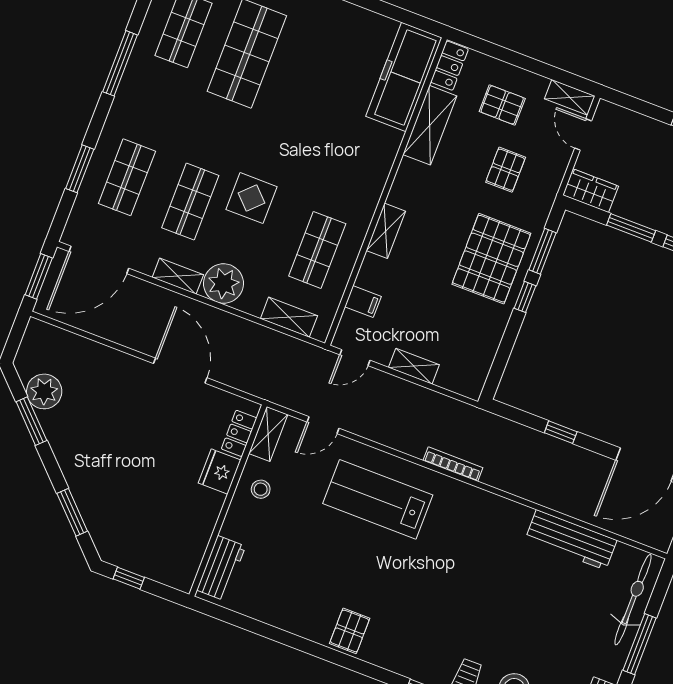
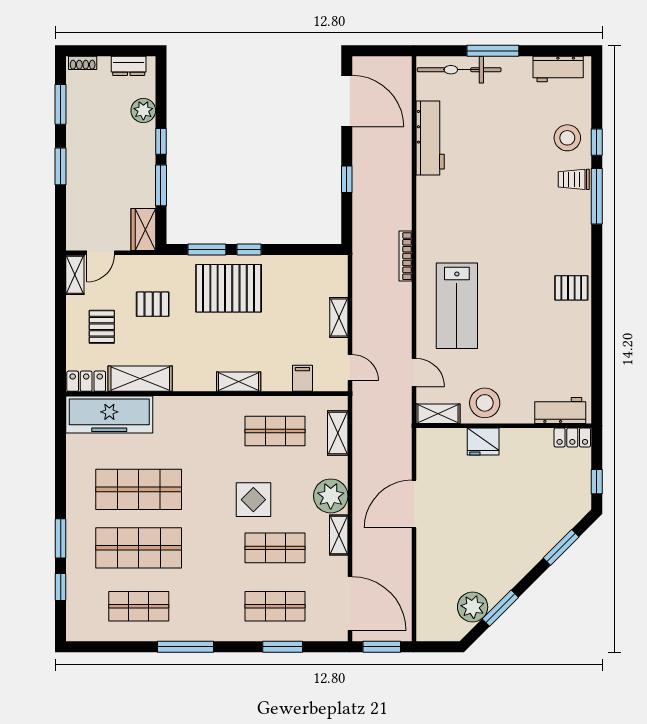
shop shelf: (310, 78) -> (139, 489), added
locker: (239, 433) -> (572, 437), moved
stool: (261, 489) -> (485, 403), width x1.89, depth x1.89

